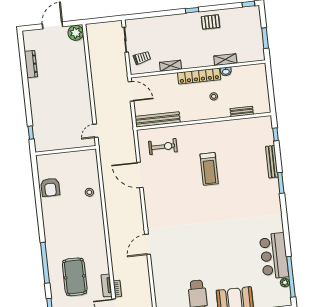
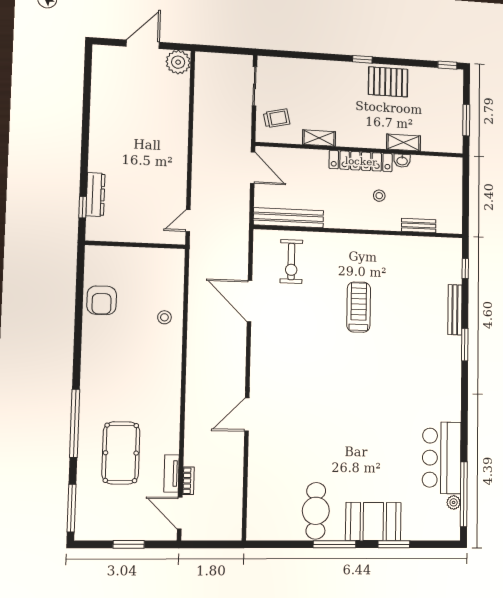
pallet: (211, 22) -> (388, 82), width x1.50, depth x1.42
dresser: (31, 64) -> (95, 195), moved
exercise bike: (163, 147) -> (291, 262), turned 90
treadmill: (209, 169) -> (359, 307), turned 180

